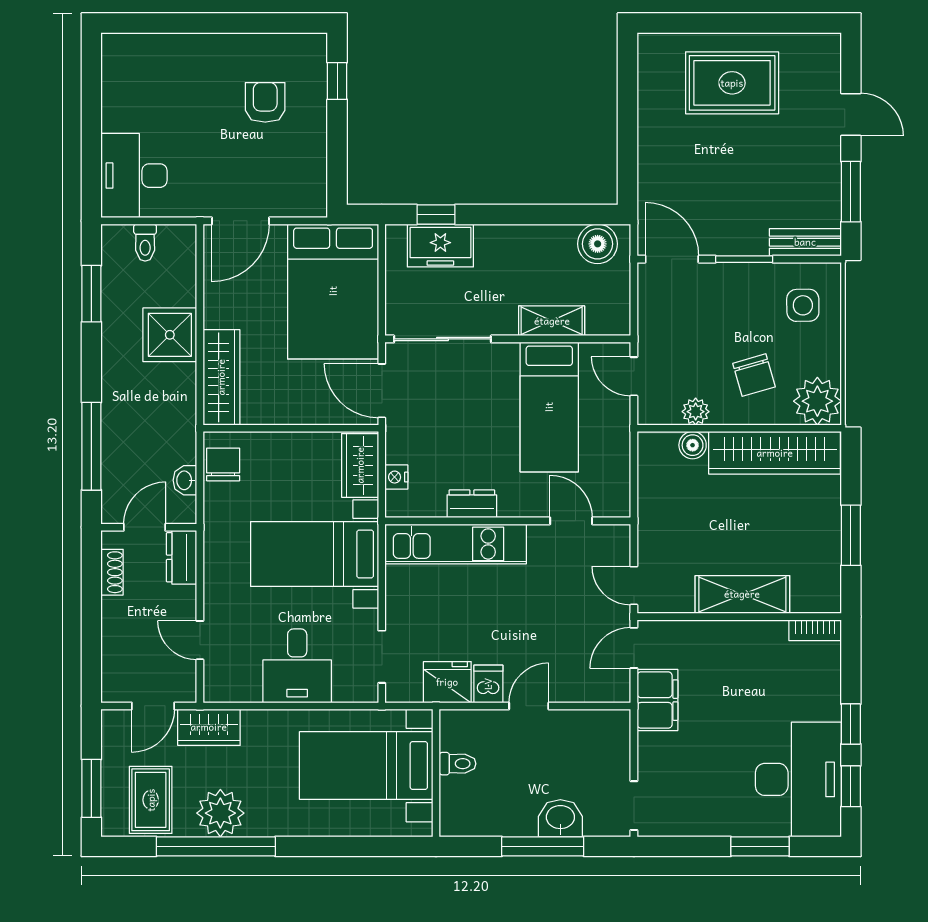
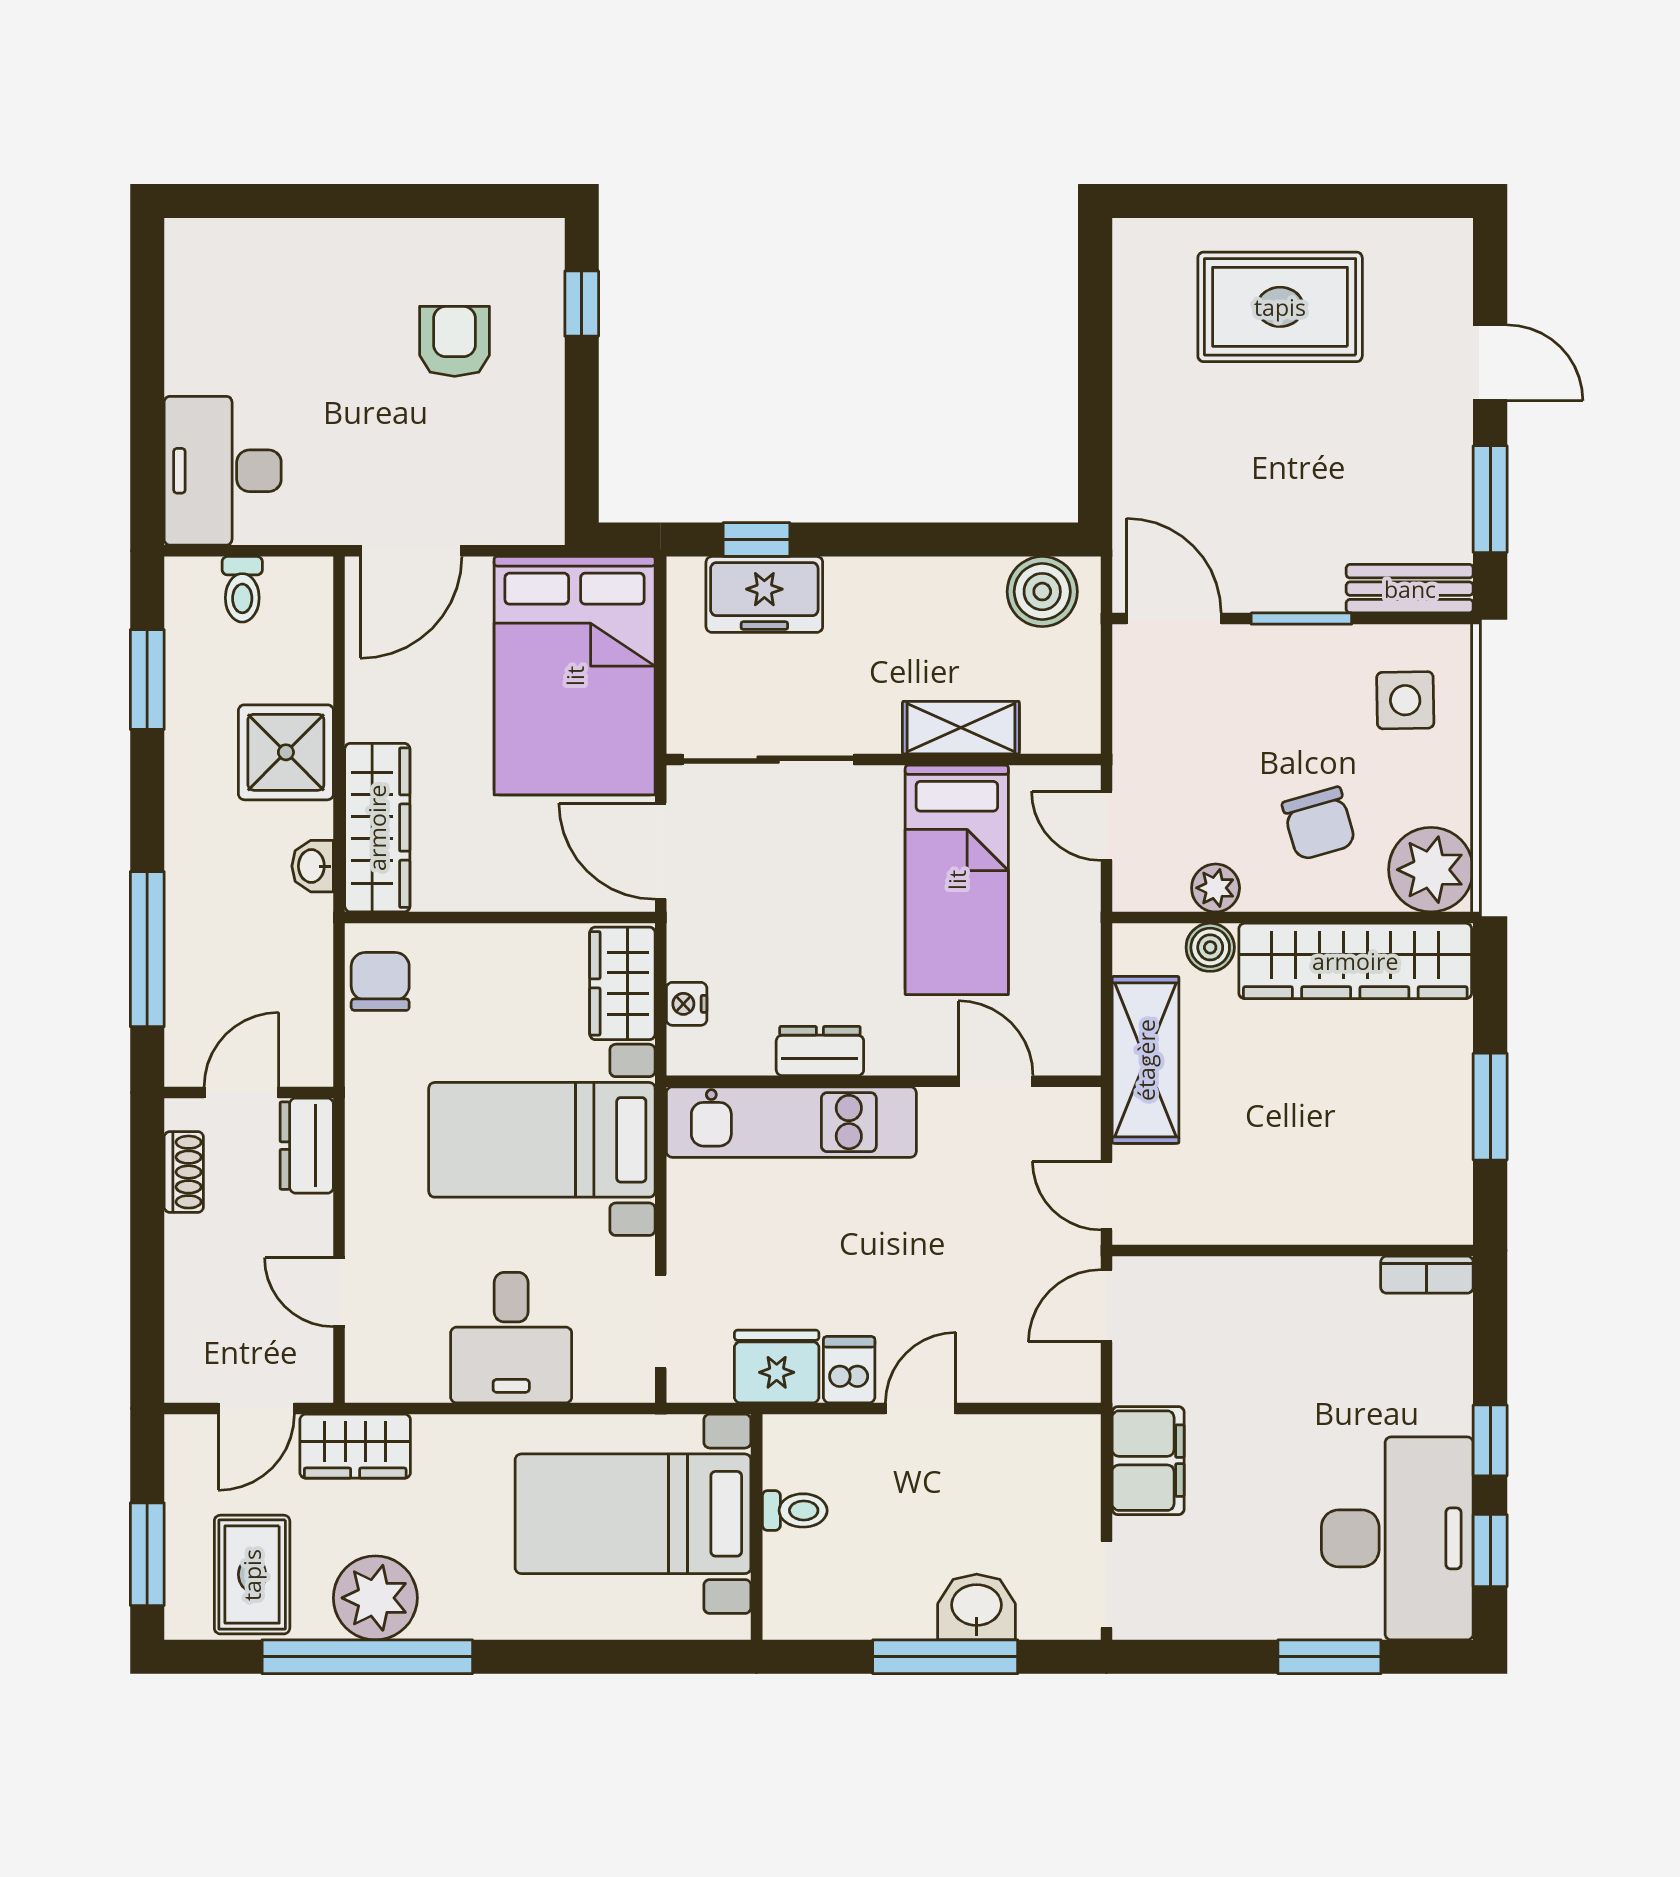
washbasin: (185, 480) -> (313, 866), moved
shelving: (742, 594) -> (1146, 1060), moved, turned 90
filing cabinet: (657, 700) -> (1148, 1461), moved

